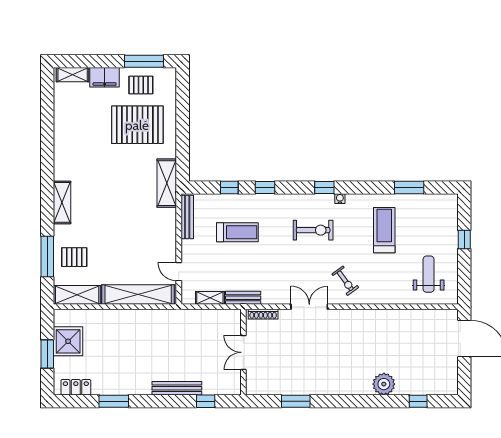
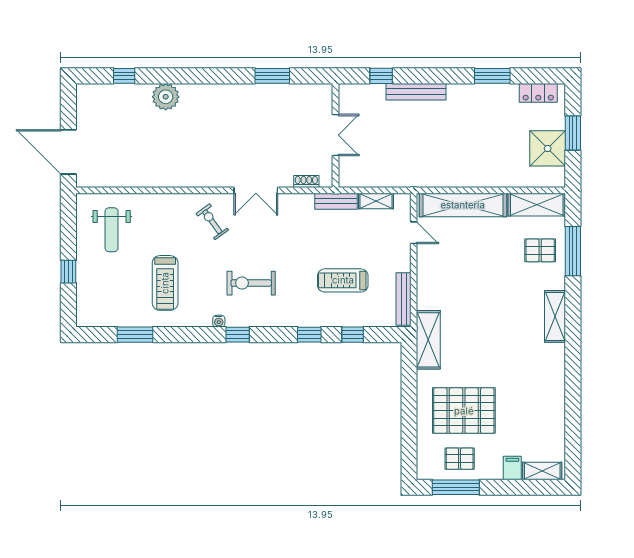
filing cabinet: (105, 77) -> (512, 468), width x0.50
shoe rack: (263, 314) -> (306, 181), width x0.70

